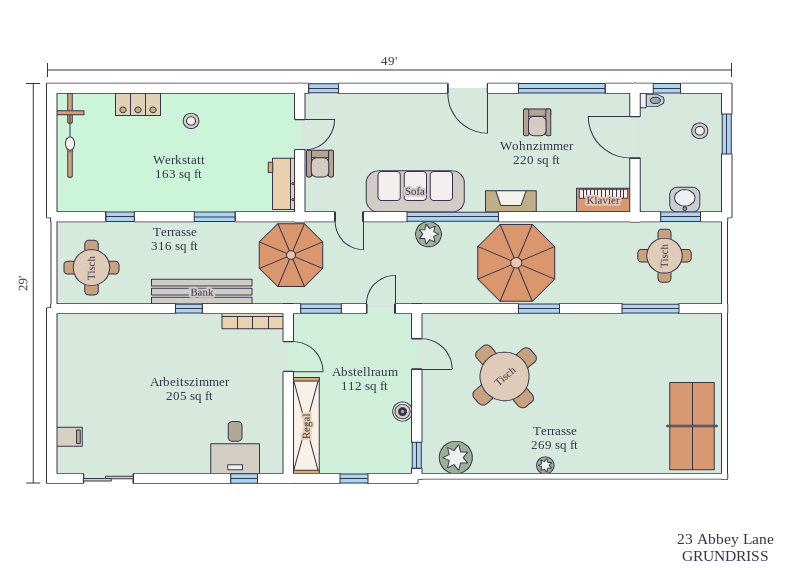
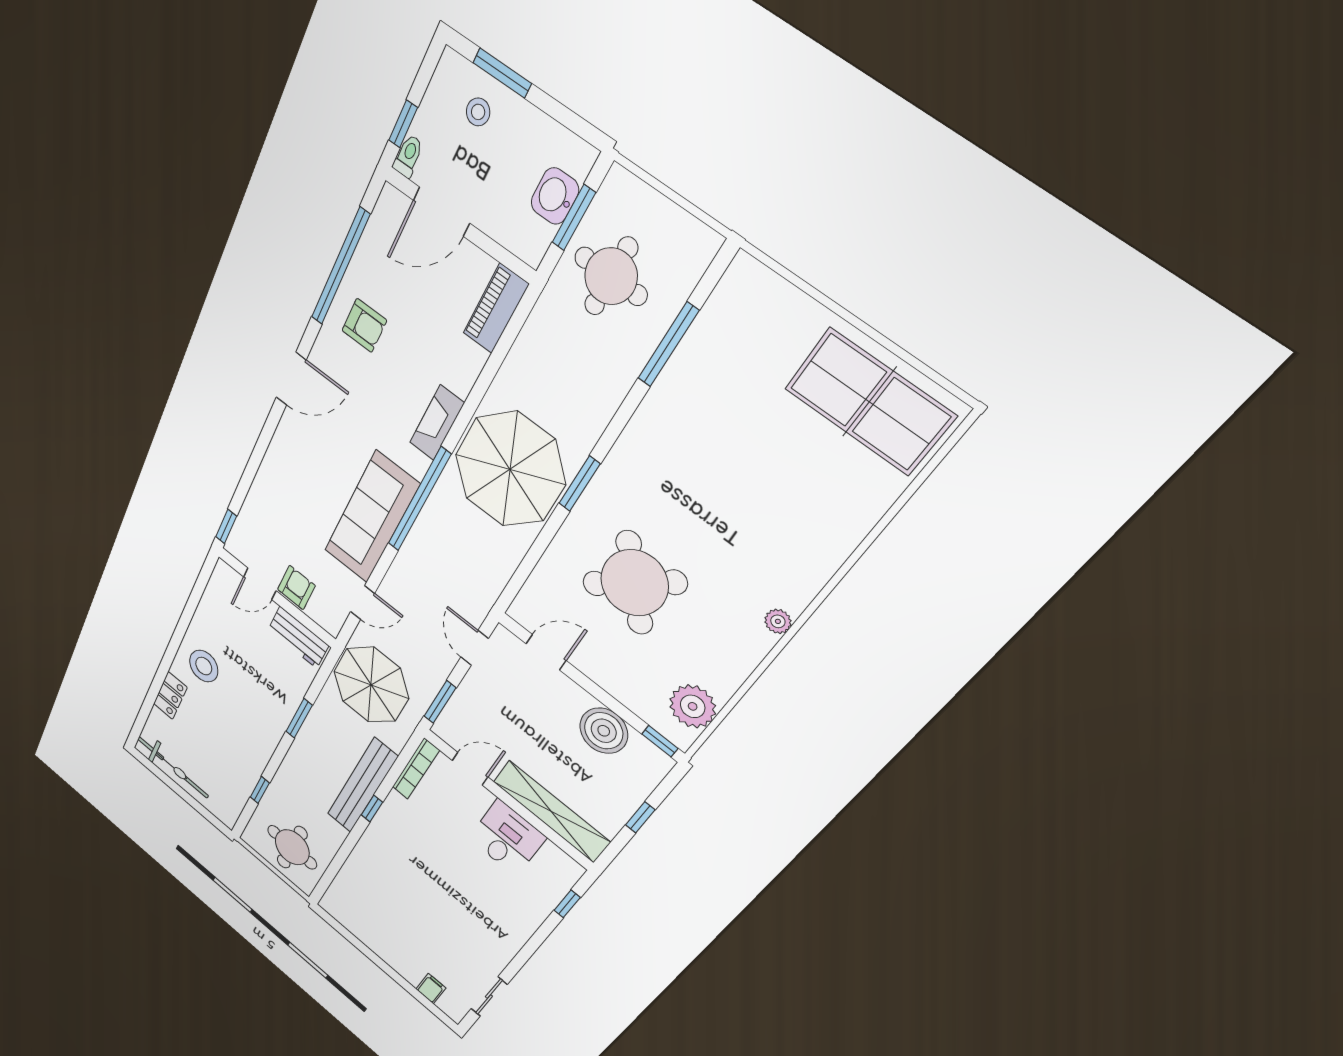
stool: (191, 121) -> (204, 666), width x1.89, depth x1.89
door: (300, 135) -> (260, 584), swing flipped
armchair: (320, 164) -> (296, 588), turned -90
plant: (428, 234) -> (424, 539), removed
boiler: (403, 412) -> (604, 731), width x1.86, depth x1.86
desk: (235, 448) -> (507, 838), moved, turned -90

